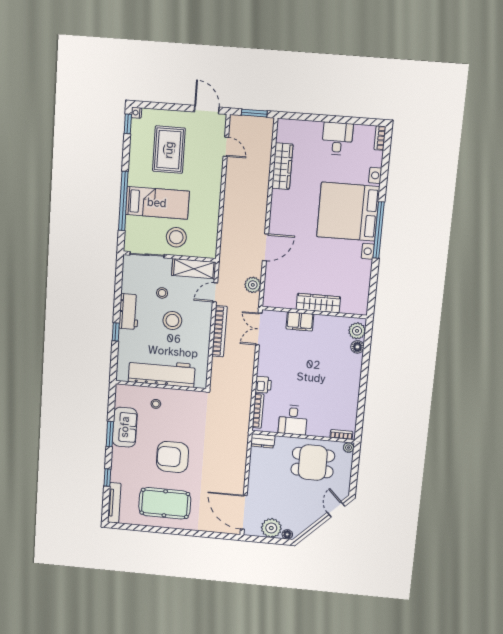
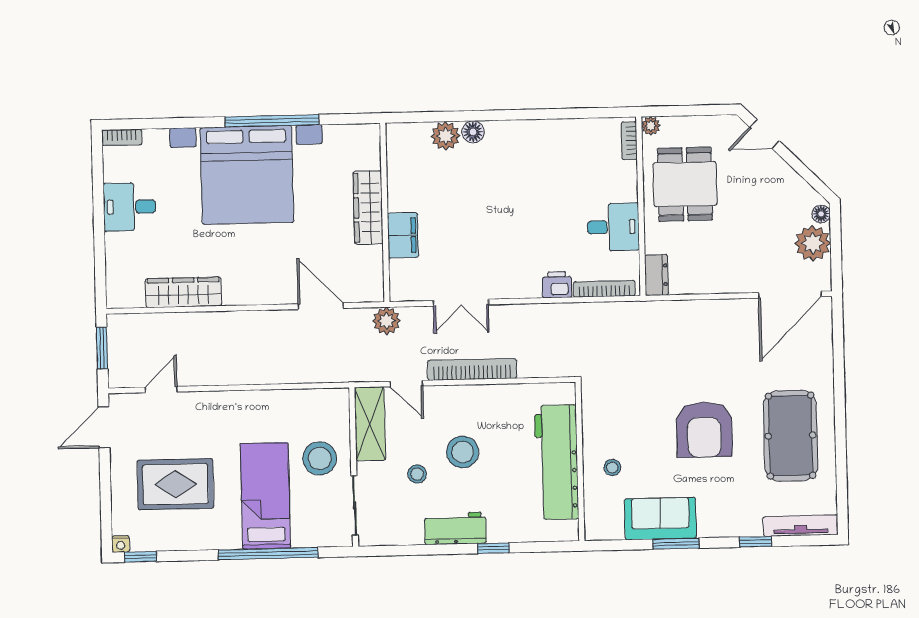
wardrobe: (318, 303) -> (368, 208), moved
wall: (314, 312) -> (385, 212), moved
filing cabinet: (300, 321) -> (403, 235), moved

